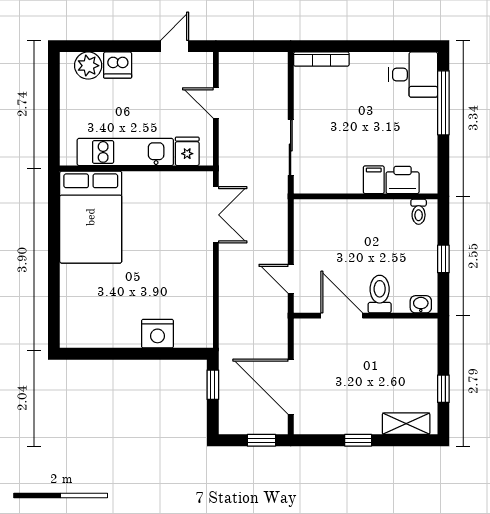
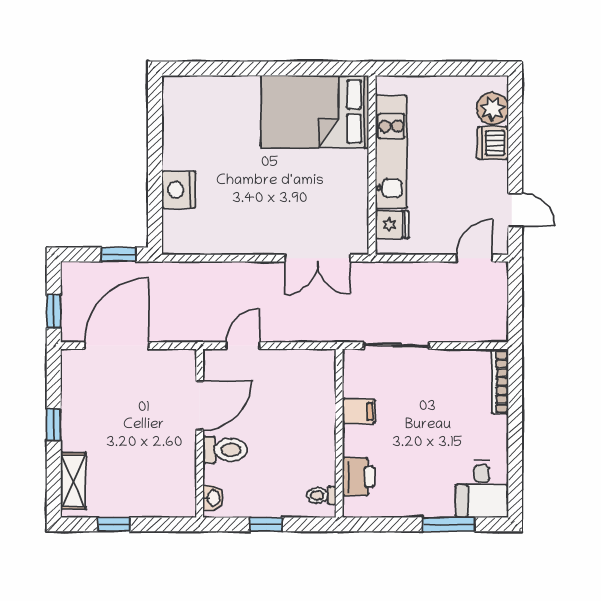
door: (216, 103) -> (474, 258), moved
window: (443, 103) -> (449, 524), width x0.69
filing cabinet: (374, 180) -> (359, 411), moved

